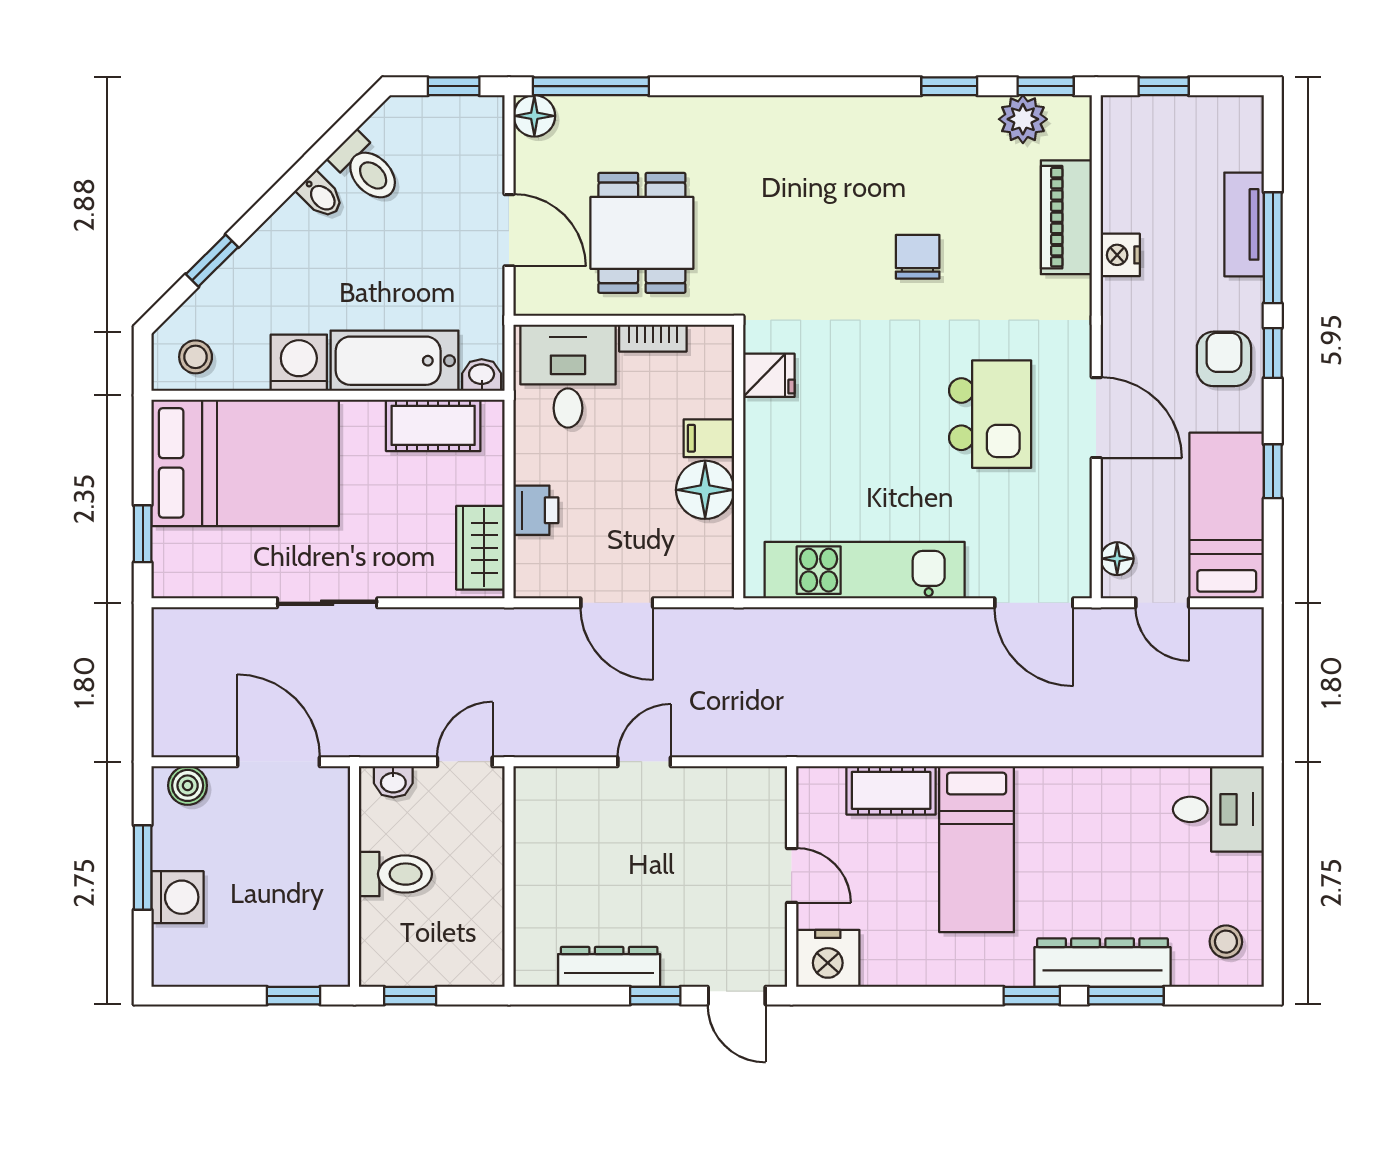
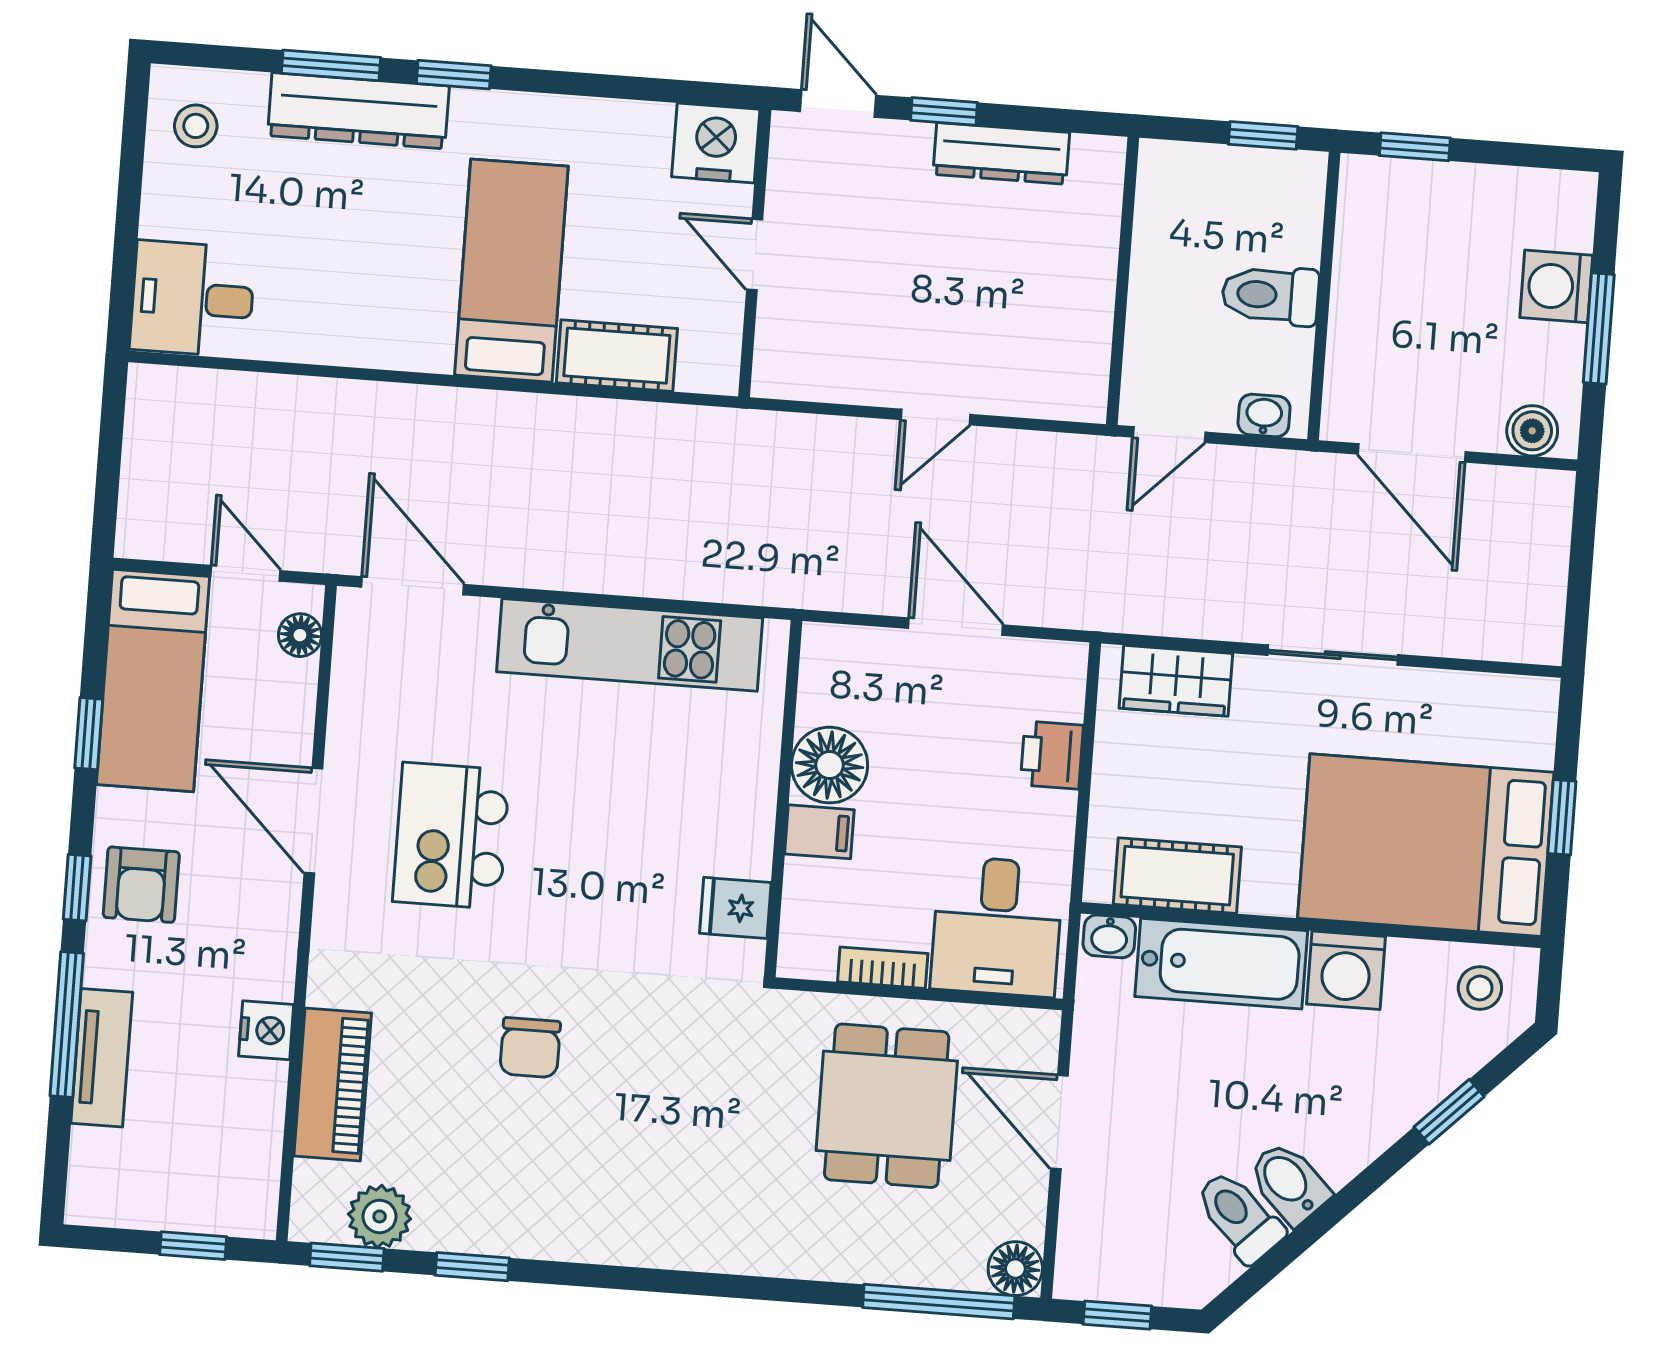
bidet: (321, 195) -> (1289, 1183), width x1.38, depth x1.36
window: (143, 534) -> (1562, 817), moved
wardrobe: (480, 548) -> (1176, 681), moved, turned 90

